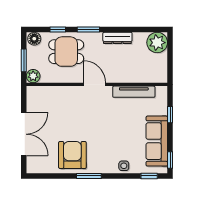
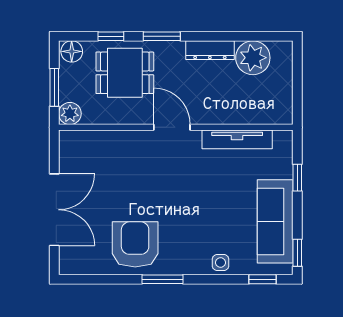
plant: (157, 43) -> (253, 58), moved

